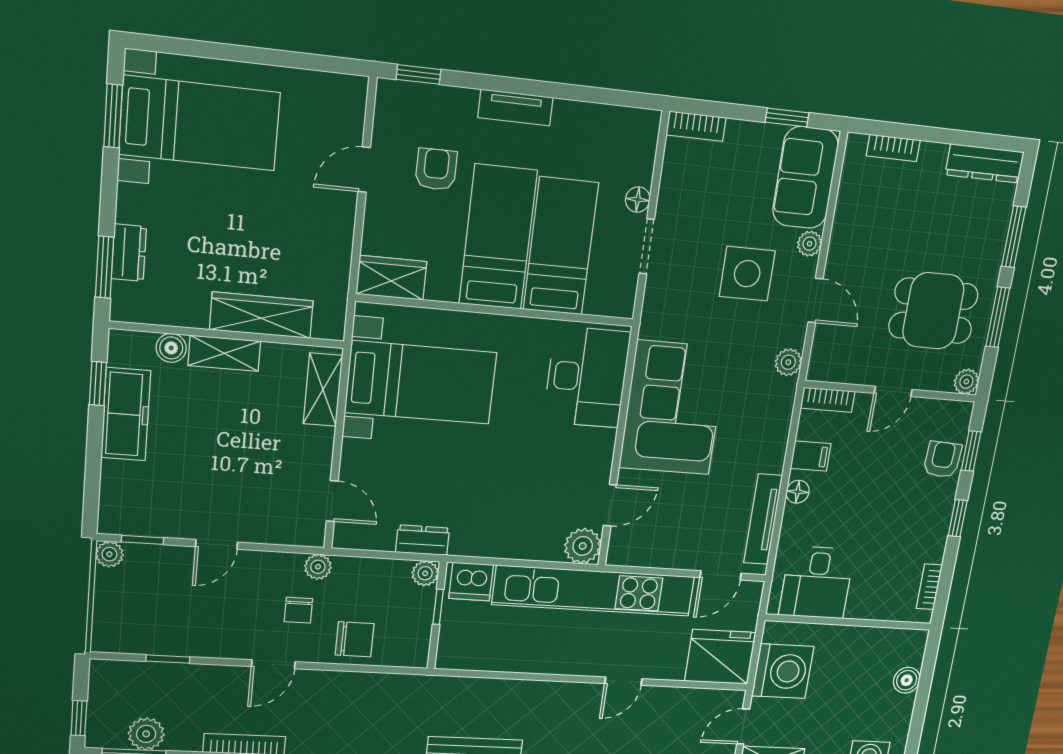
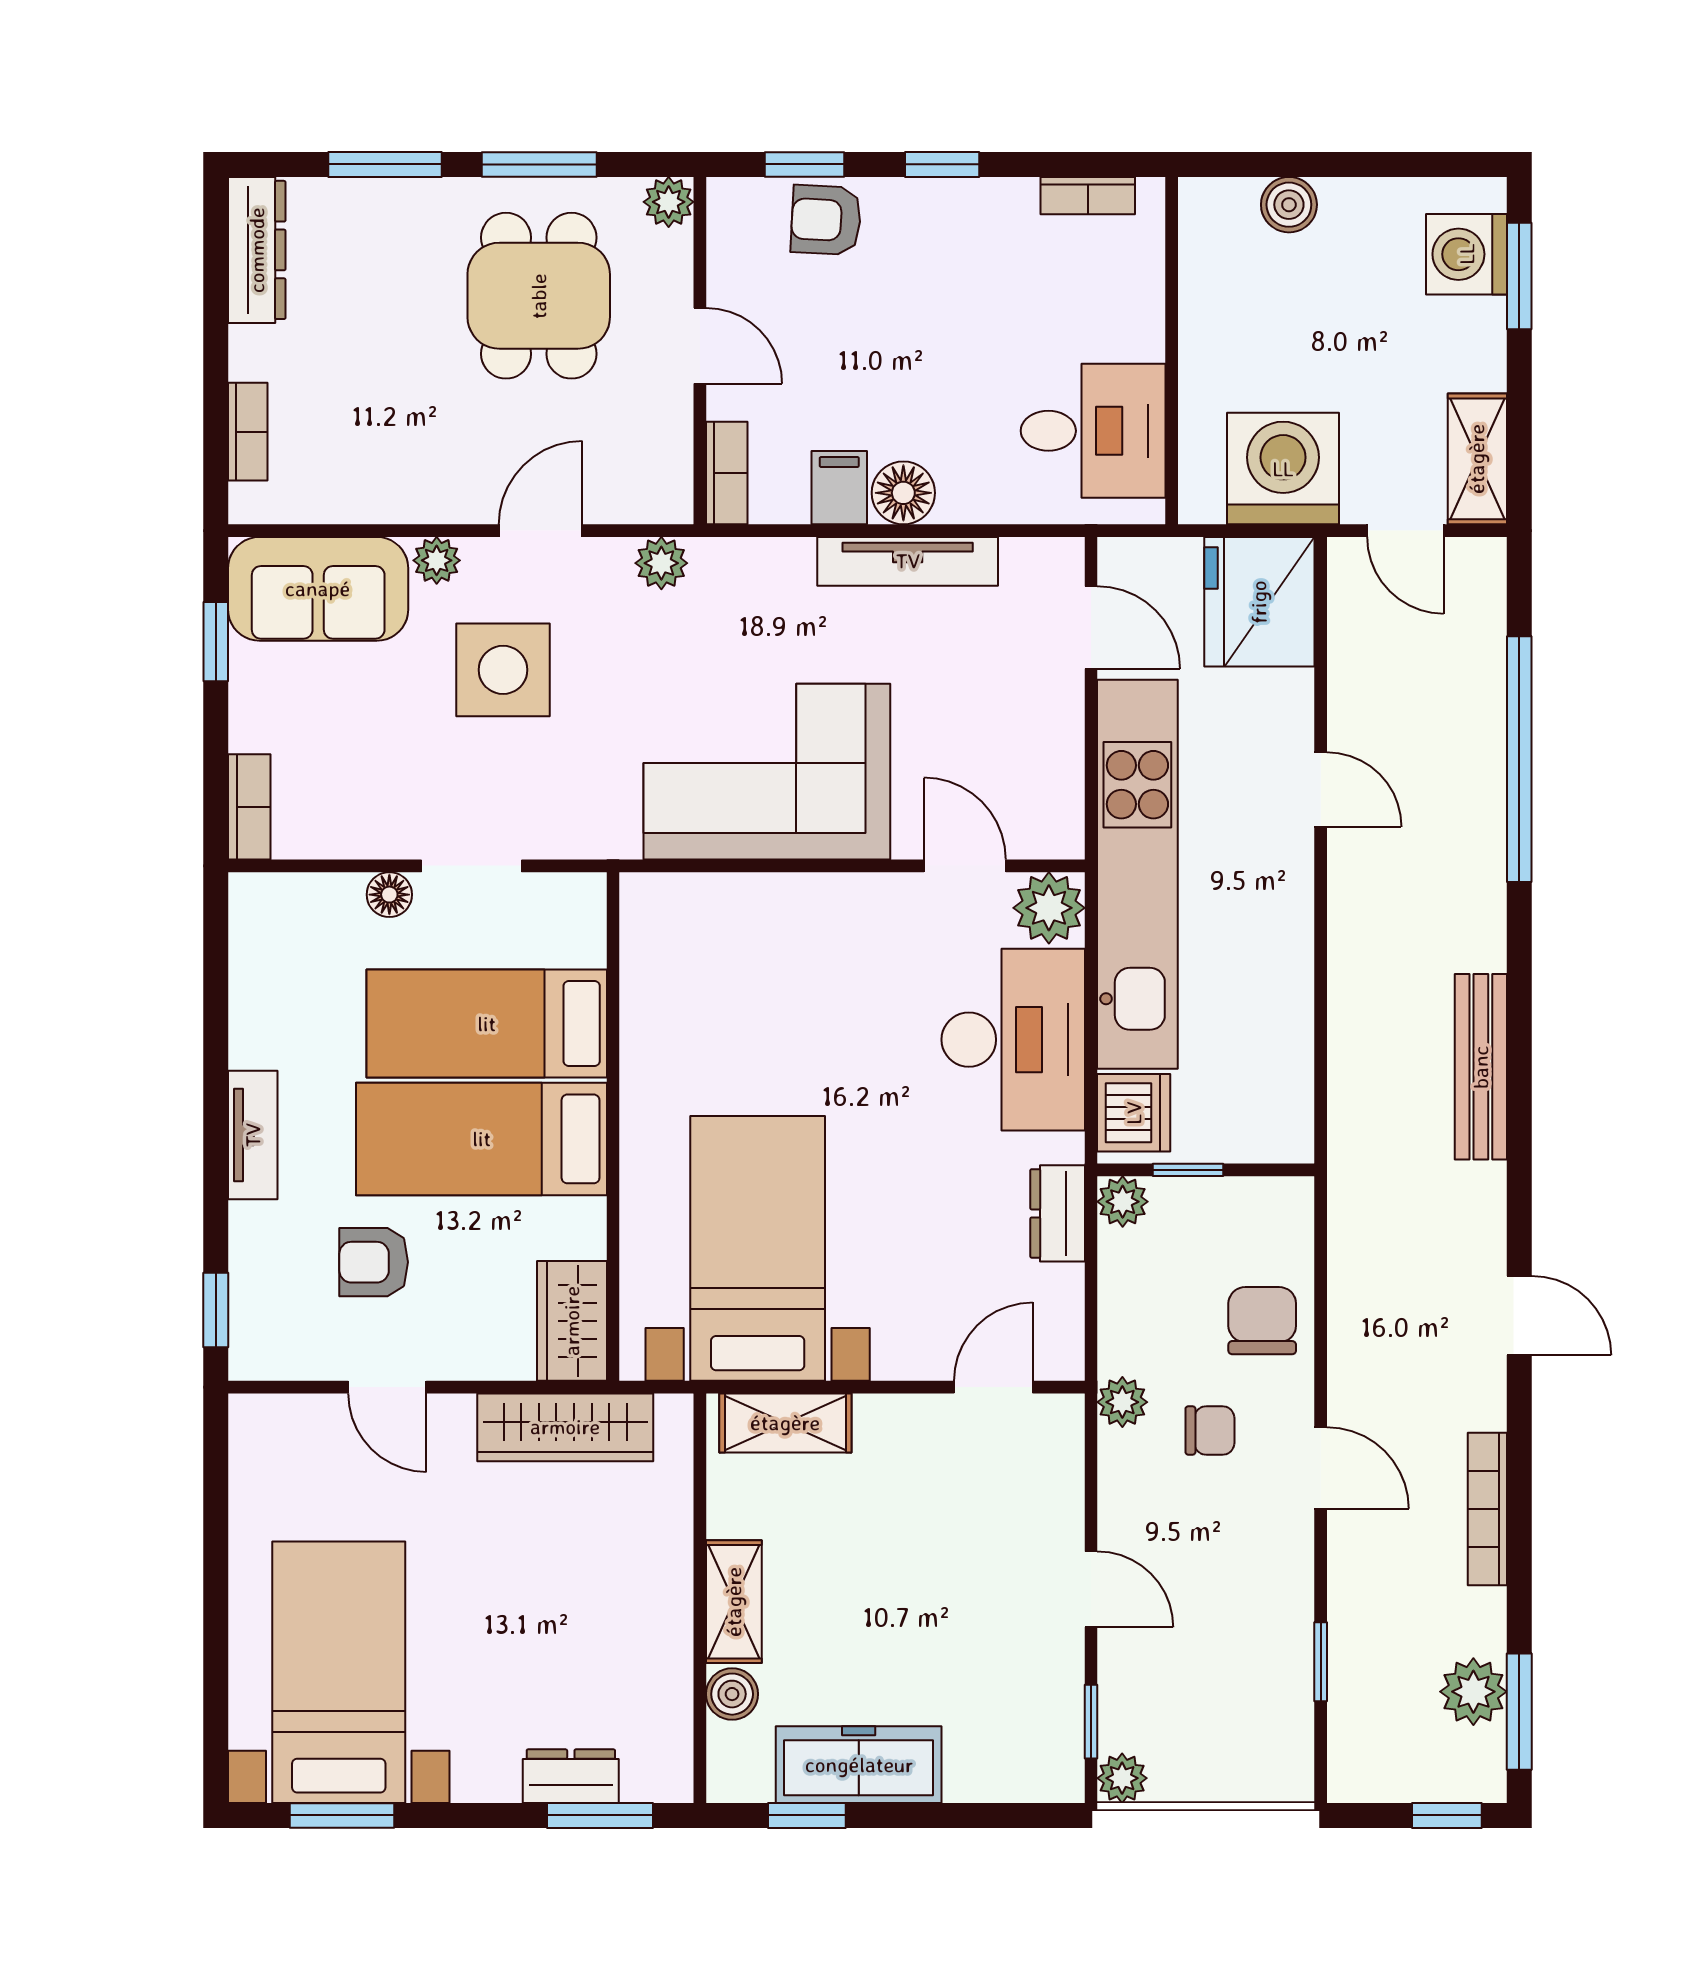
wardrobe: (261, 315) -> (565, 1427), moved, turned -90
desk: (587, 377) -> (1013, 1040), moved, turned 90
floor lamp: (798, 492) -> (903, 493), width x1.37, depth x1.37
tv unit: (763, 519) -> (908, 561), moved

